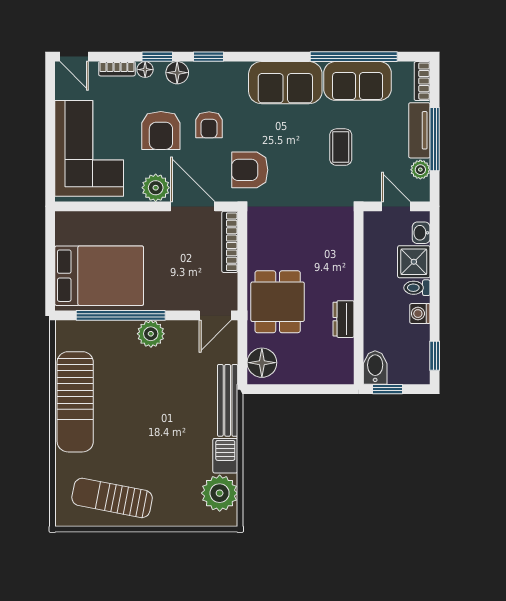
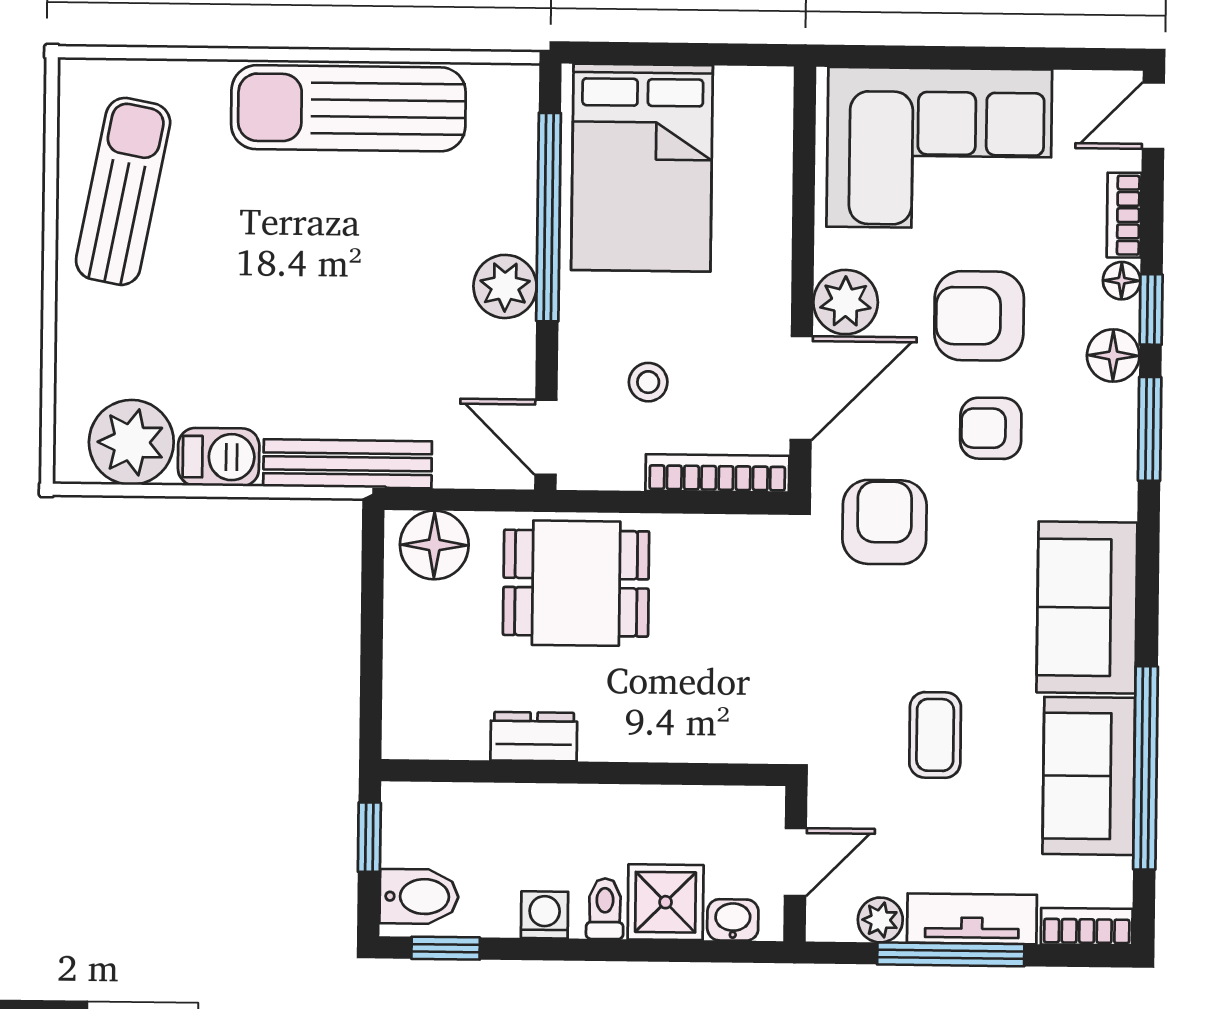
window: (208, 57) -> (1150, 429), width x1.50
coffee table: (341, 147) -> (935, 735), turned 90
stool: (191, 272) -> (648, 382), added
bidet: (375, 367) -> (419, 897), moved

